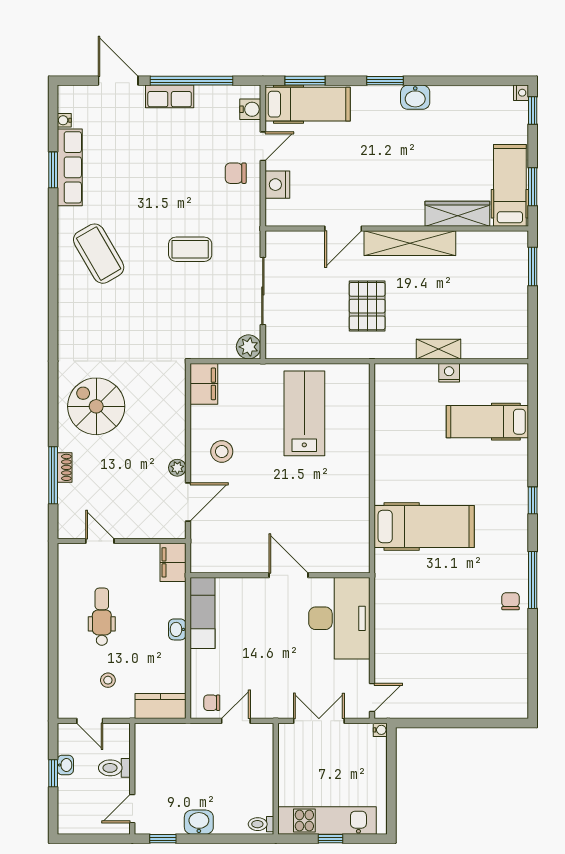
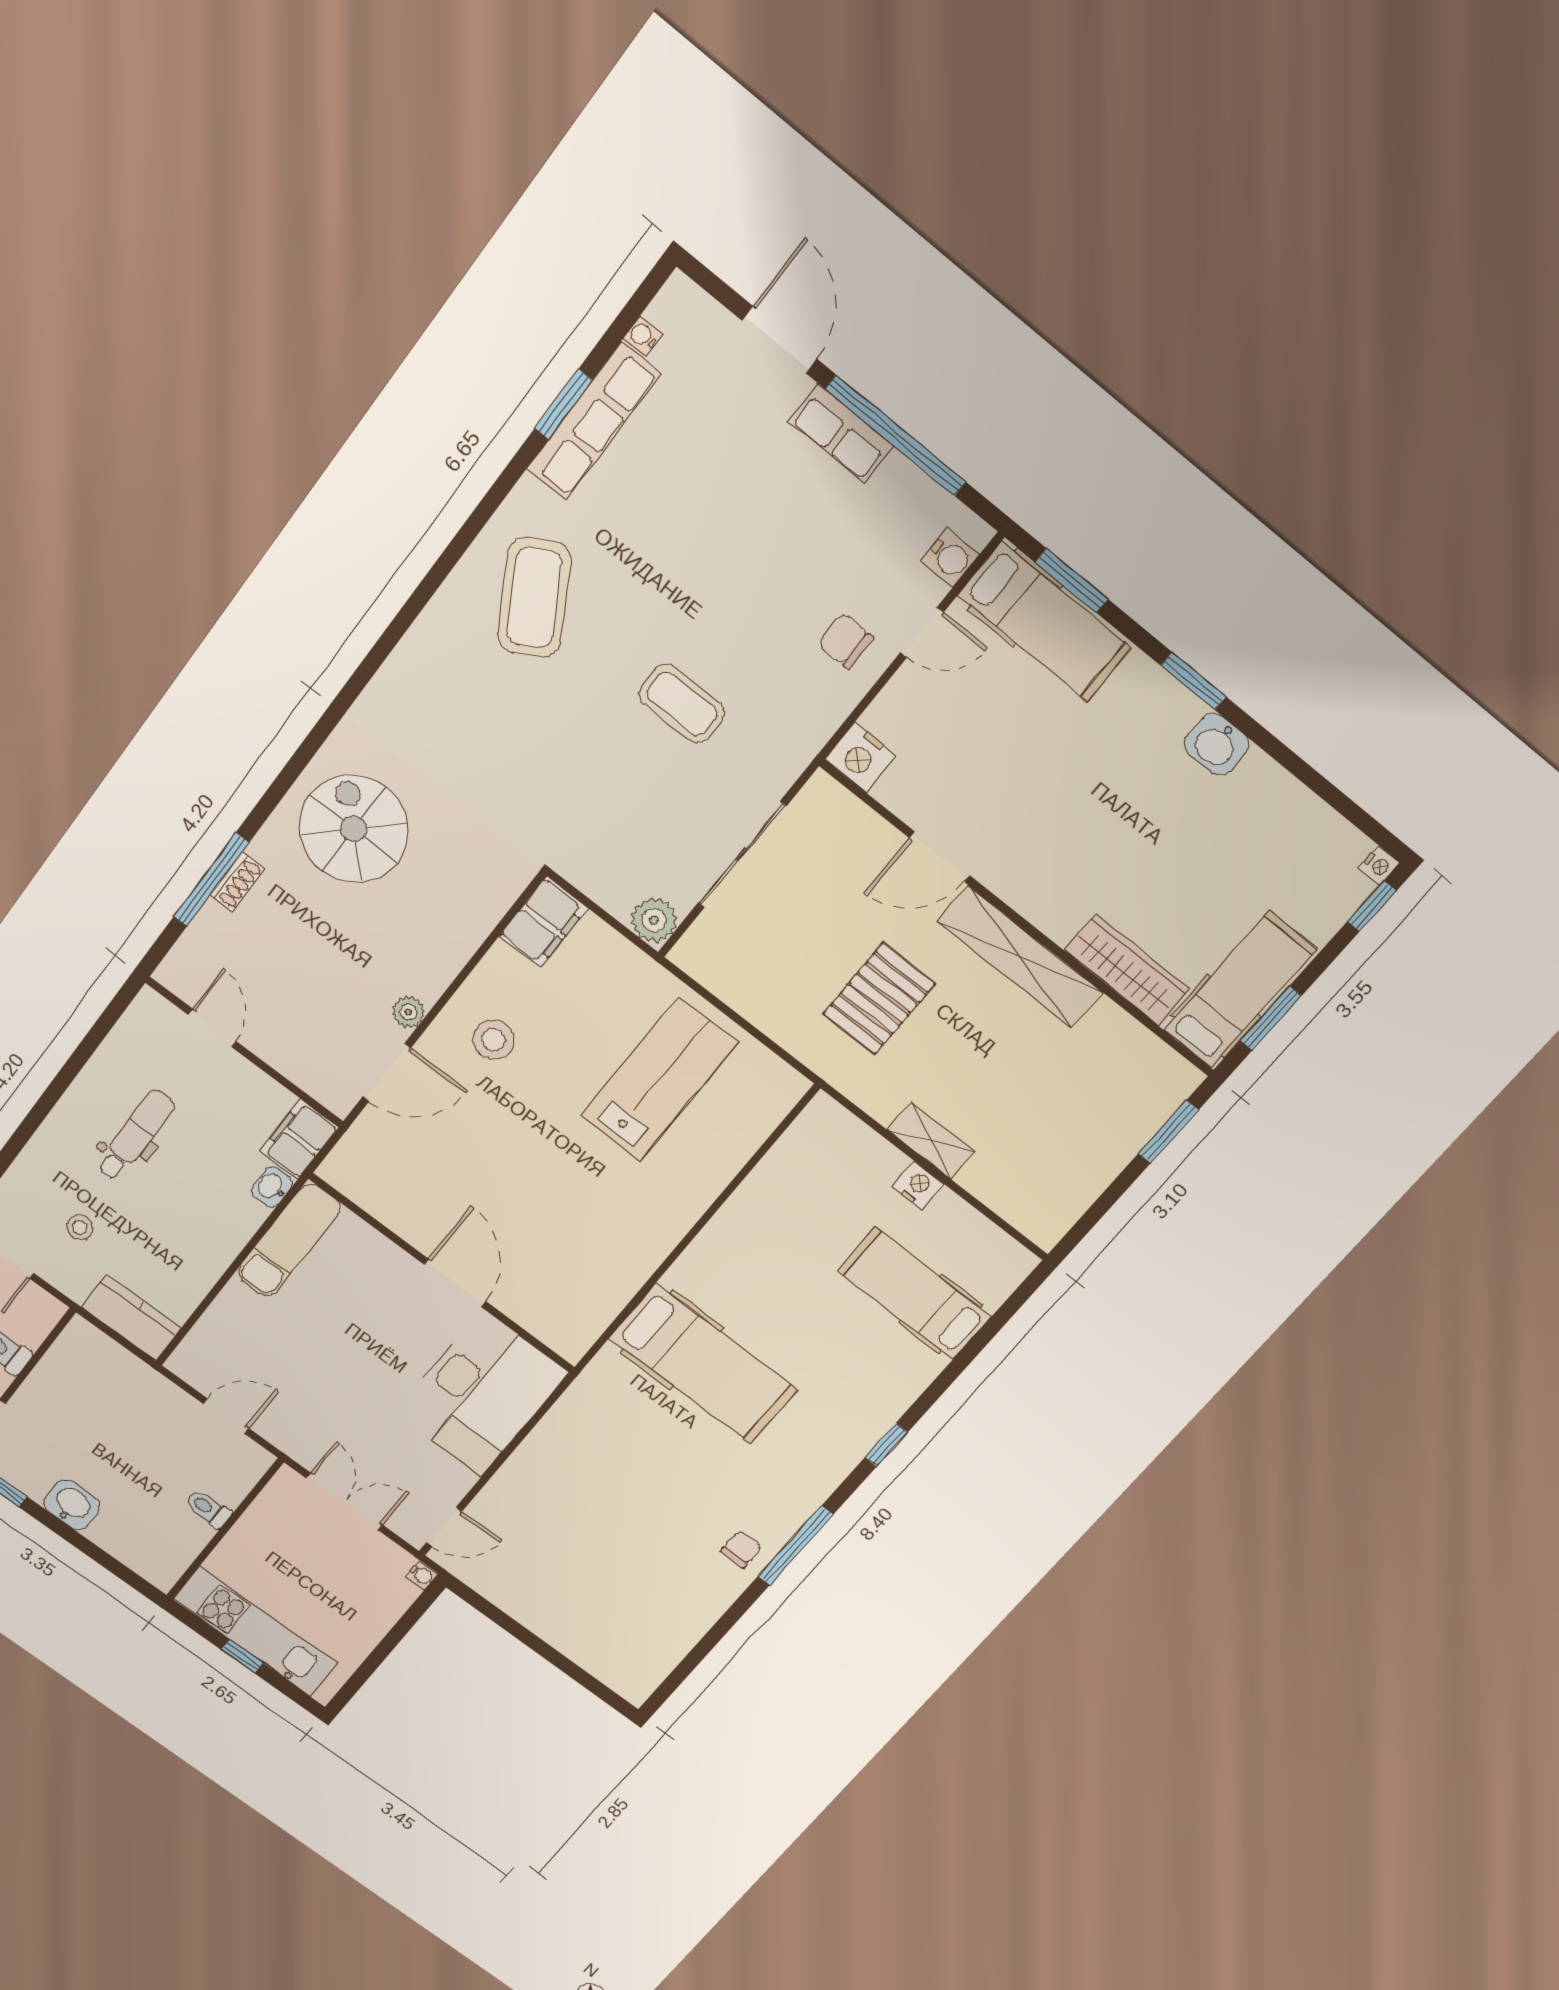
nightstand: (277, 185) -> (861, 757), moved, turned -90
washbasin: (177, 629) -> (272, 1187), moved
chair: (212, 703) -> (210, 1368), removed
toilet: (261, 824) -> (208, 1509), moved

